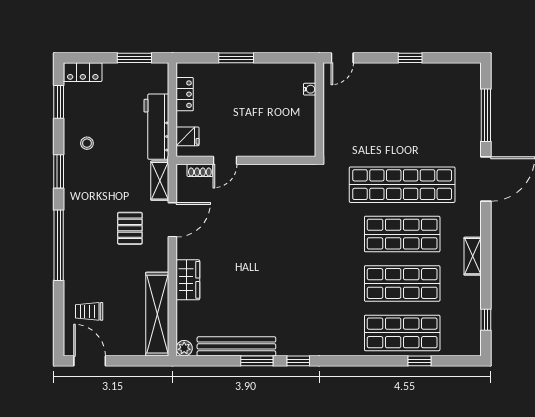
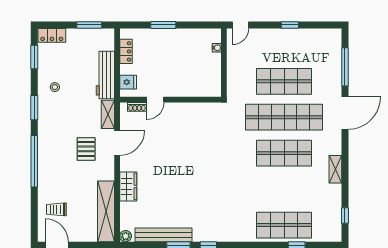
shop shelf: (402, 283) -> (284, 81), moved

